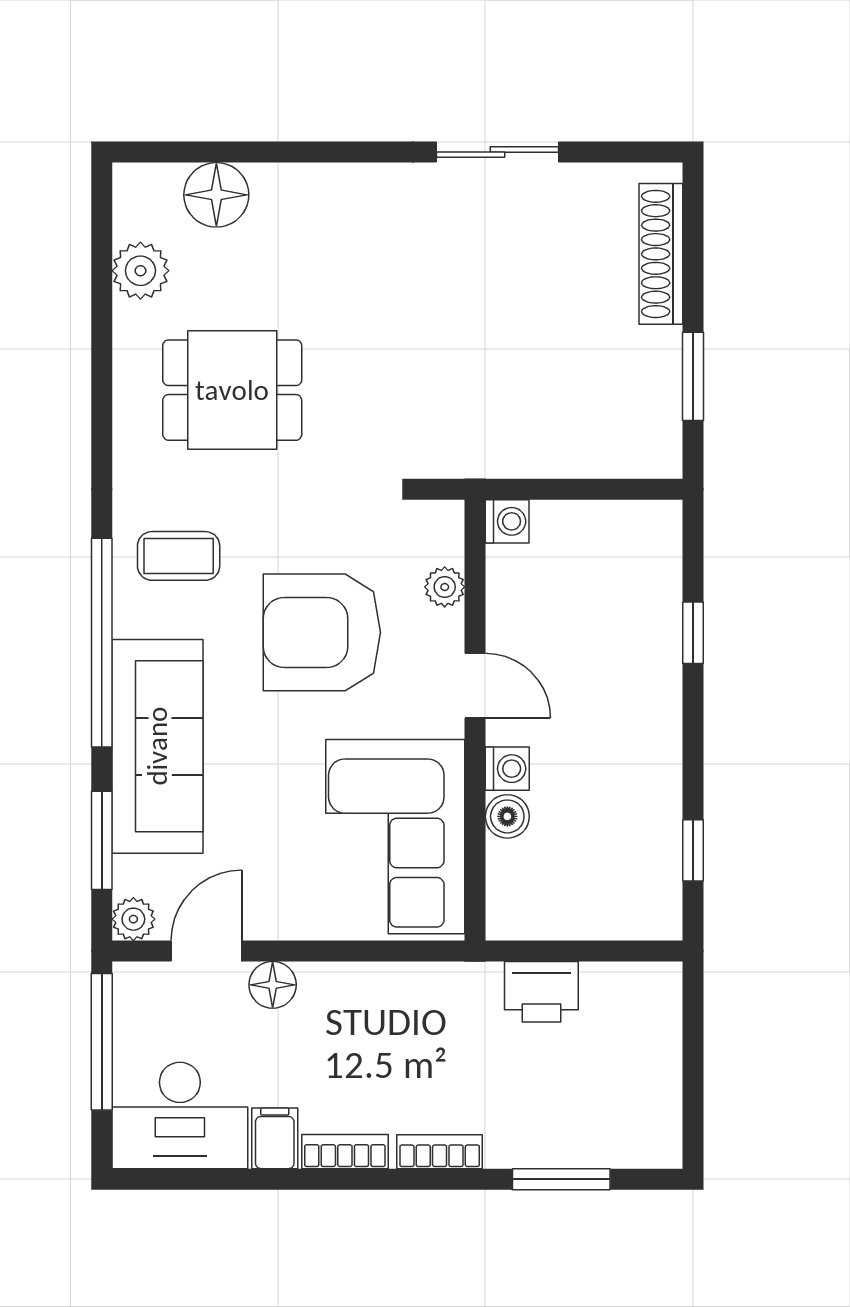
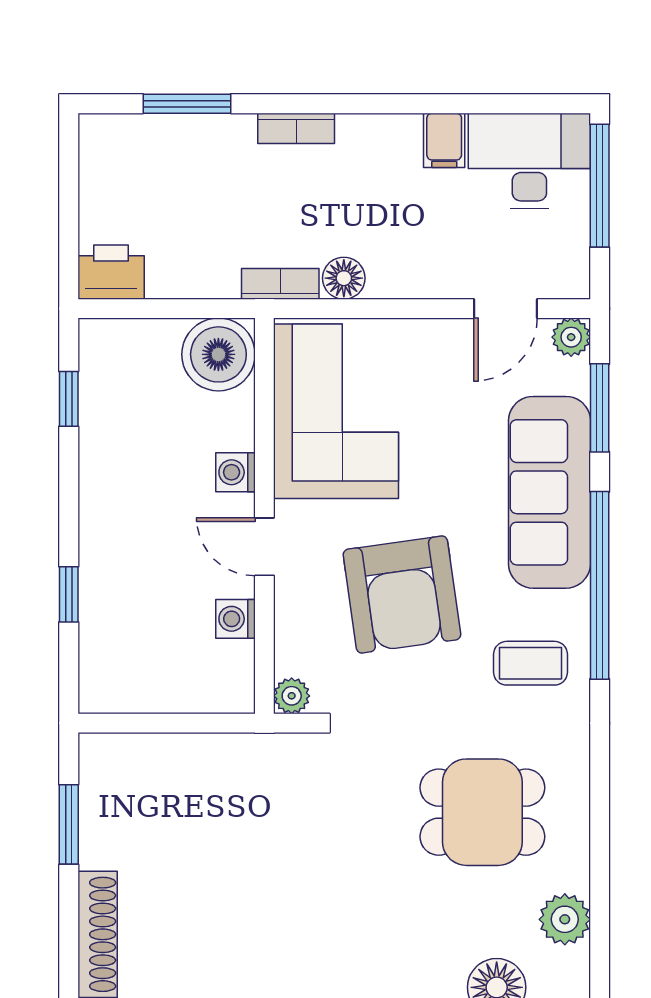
washing machine: (507, 521) -> (235, 619), moved
plant: (445, 587) -> (292, 696), moved
armchair: (322, 632) -> (402, 594), turned 82
boiler: (507, 816) -> (218, 354), moved, width x1.86, depth x1.86
floor lamp: (273, 985) -> (344, 278), moved
printer: (541, 992) -> (111, 272), moved
window: (102, 1042) -> (600, 186), moved
bookcase: (345, 1152) -> (280, 284), moved, turned 180

